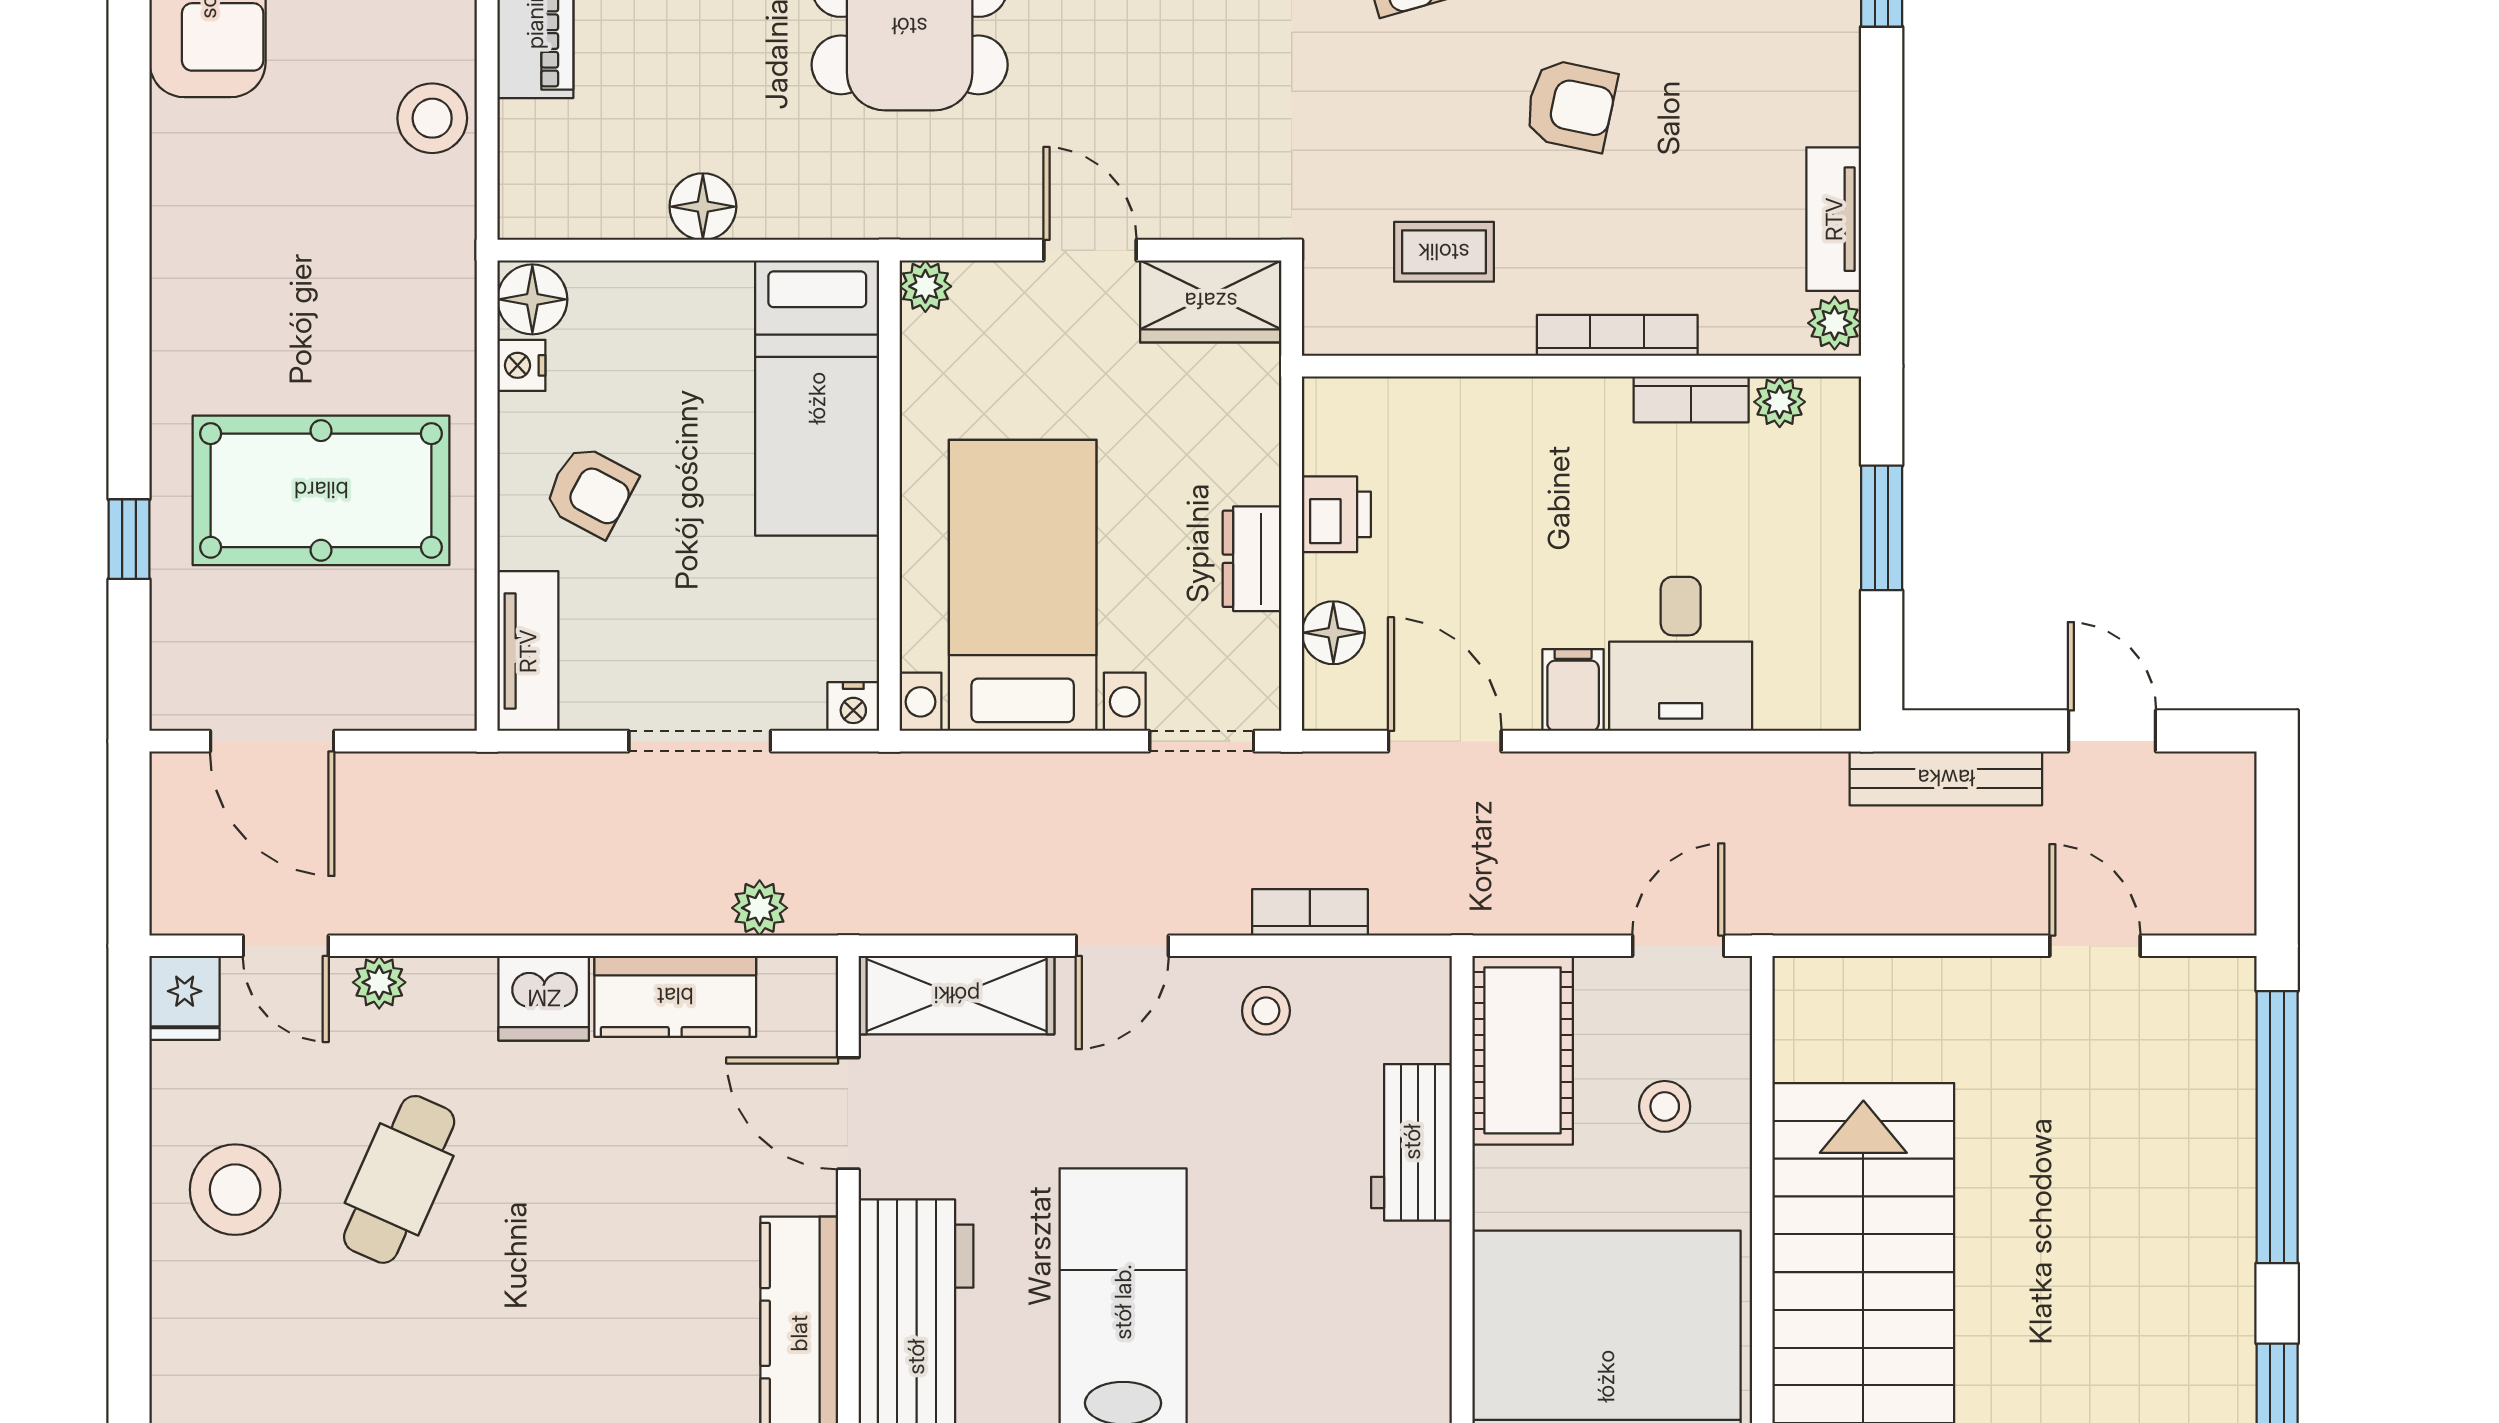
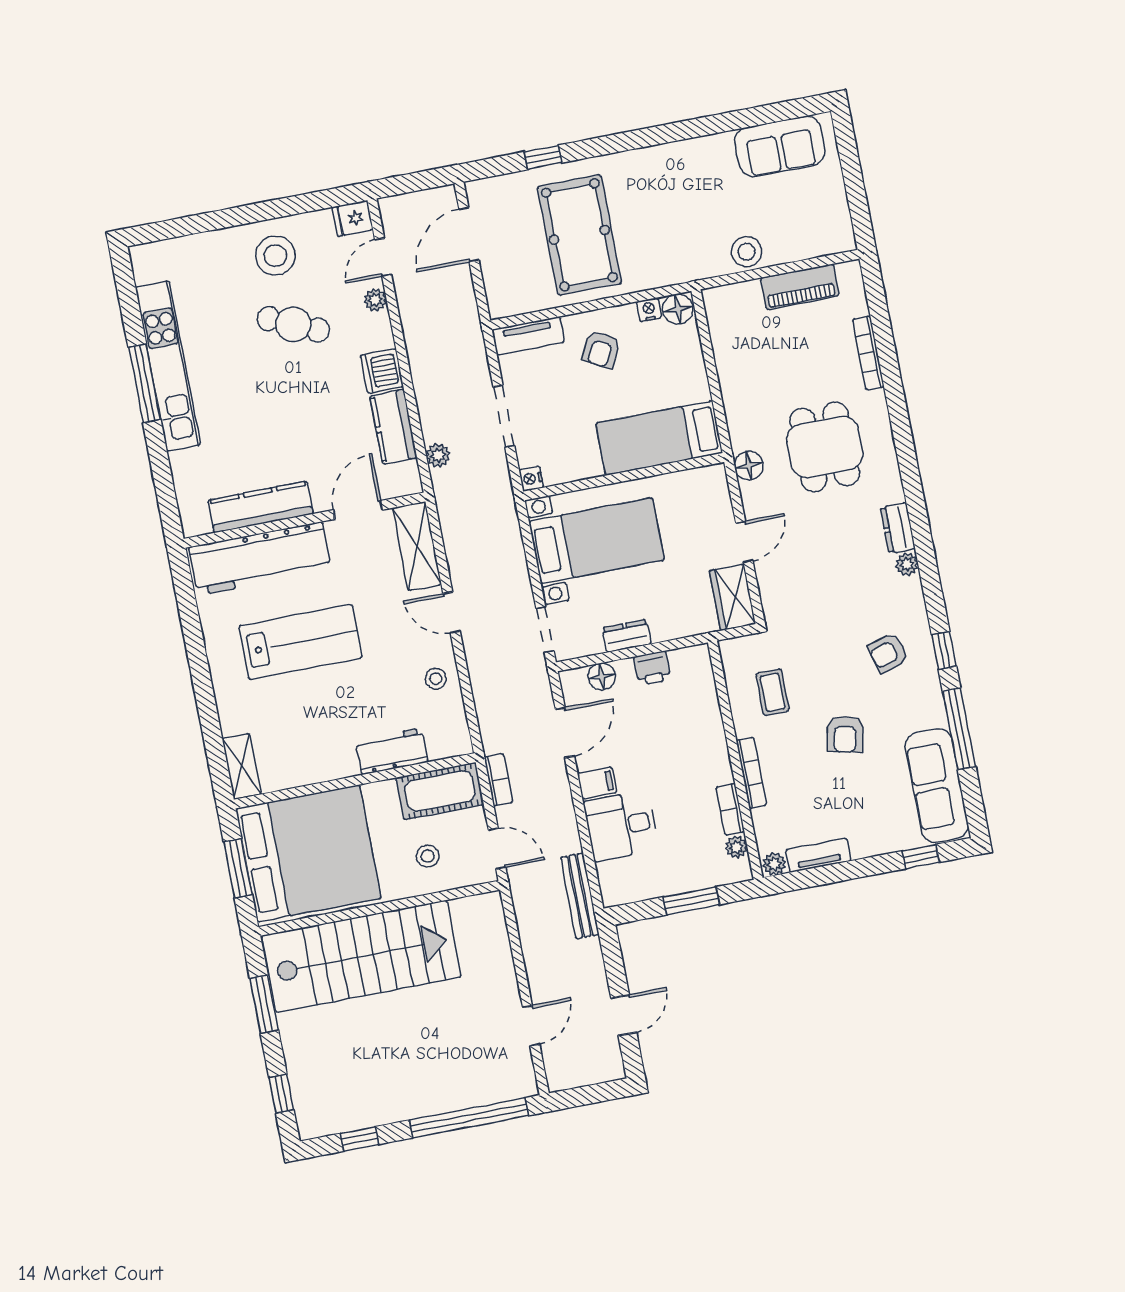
floor lamp: (703, 207) -> (749, 466), moved
plant: (925, 286) -> (716, 475), removed
bench: (1946, 778) -> (580, 896), moved
bookcase: (1310, 912) -> (498, 780), moved

